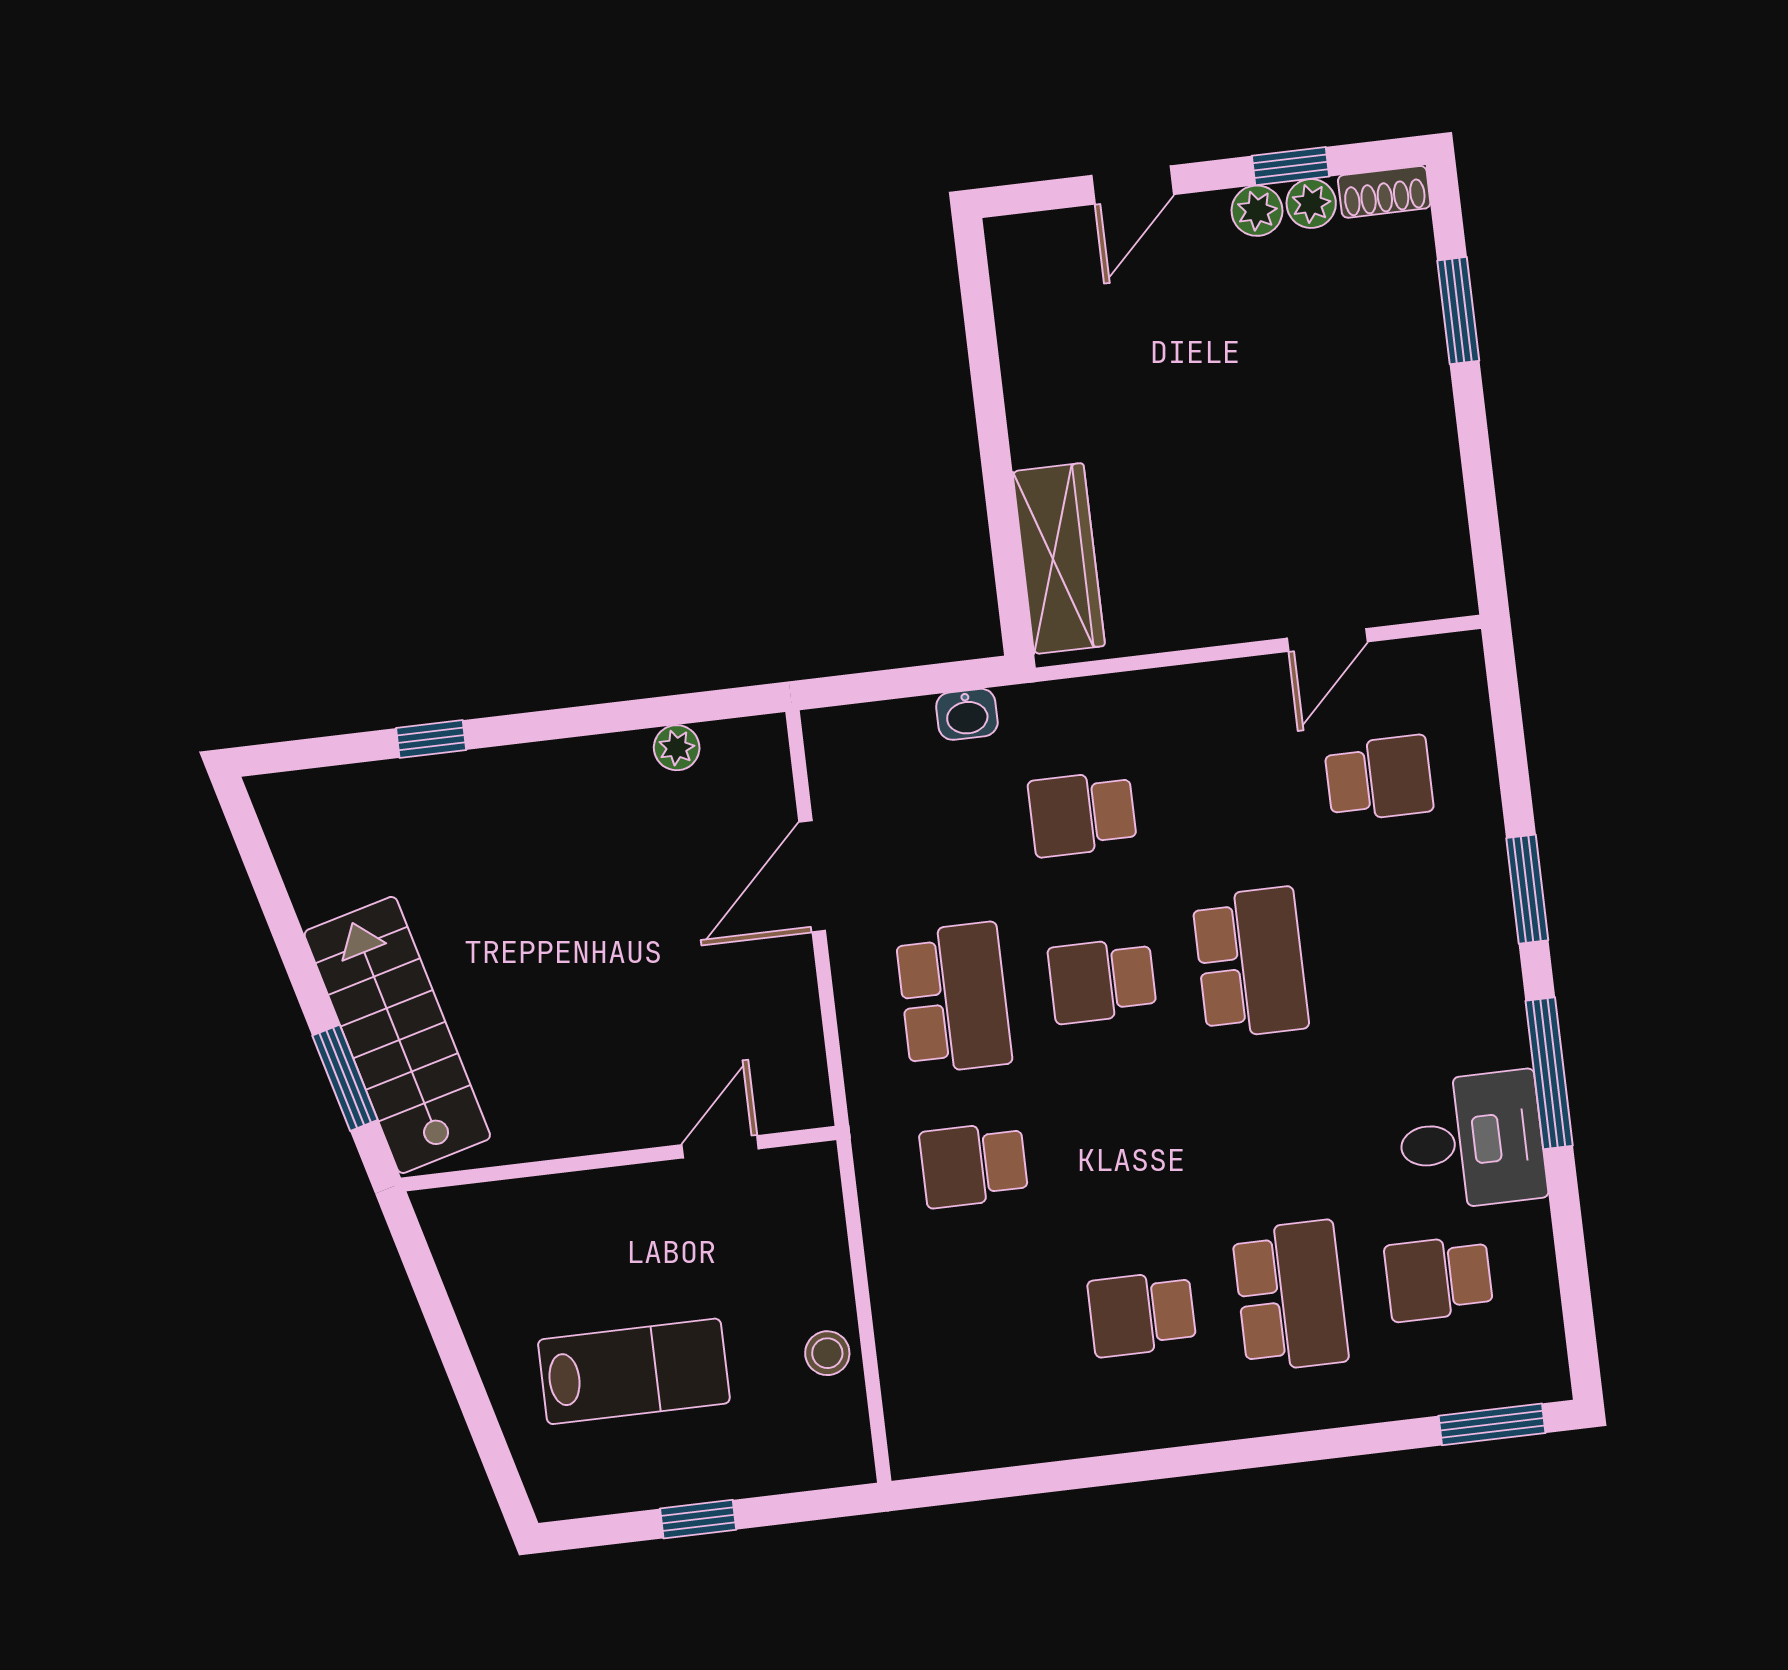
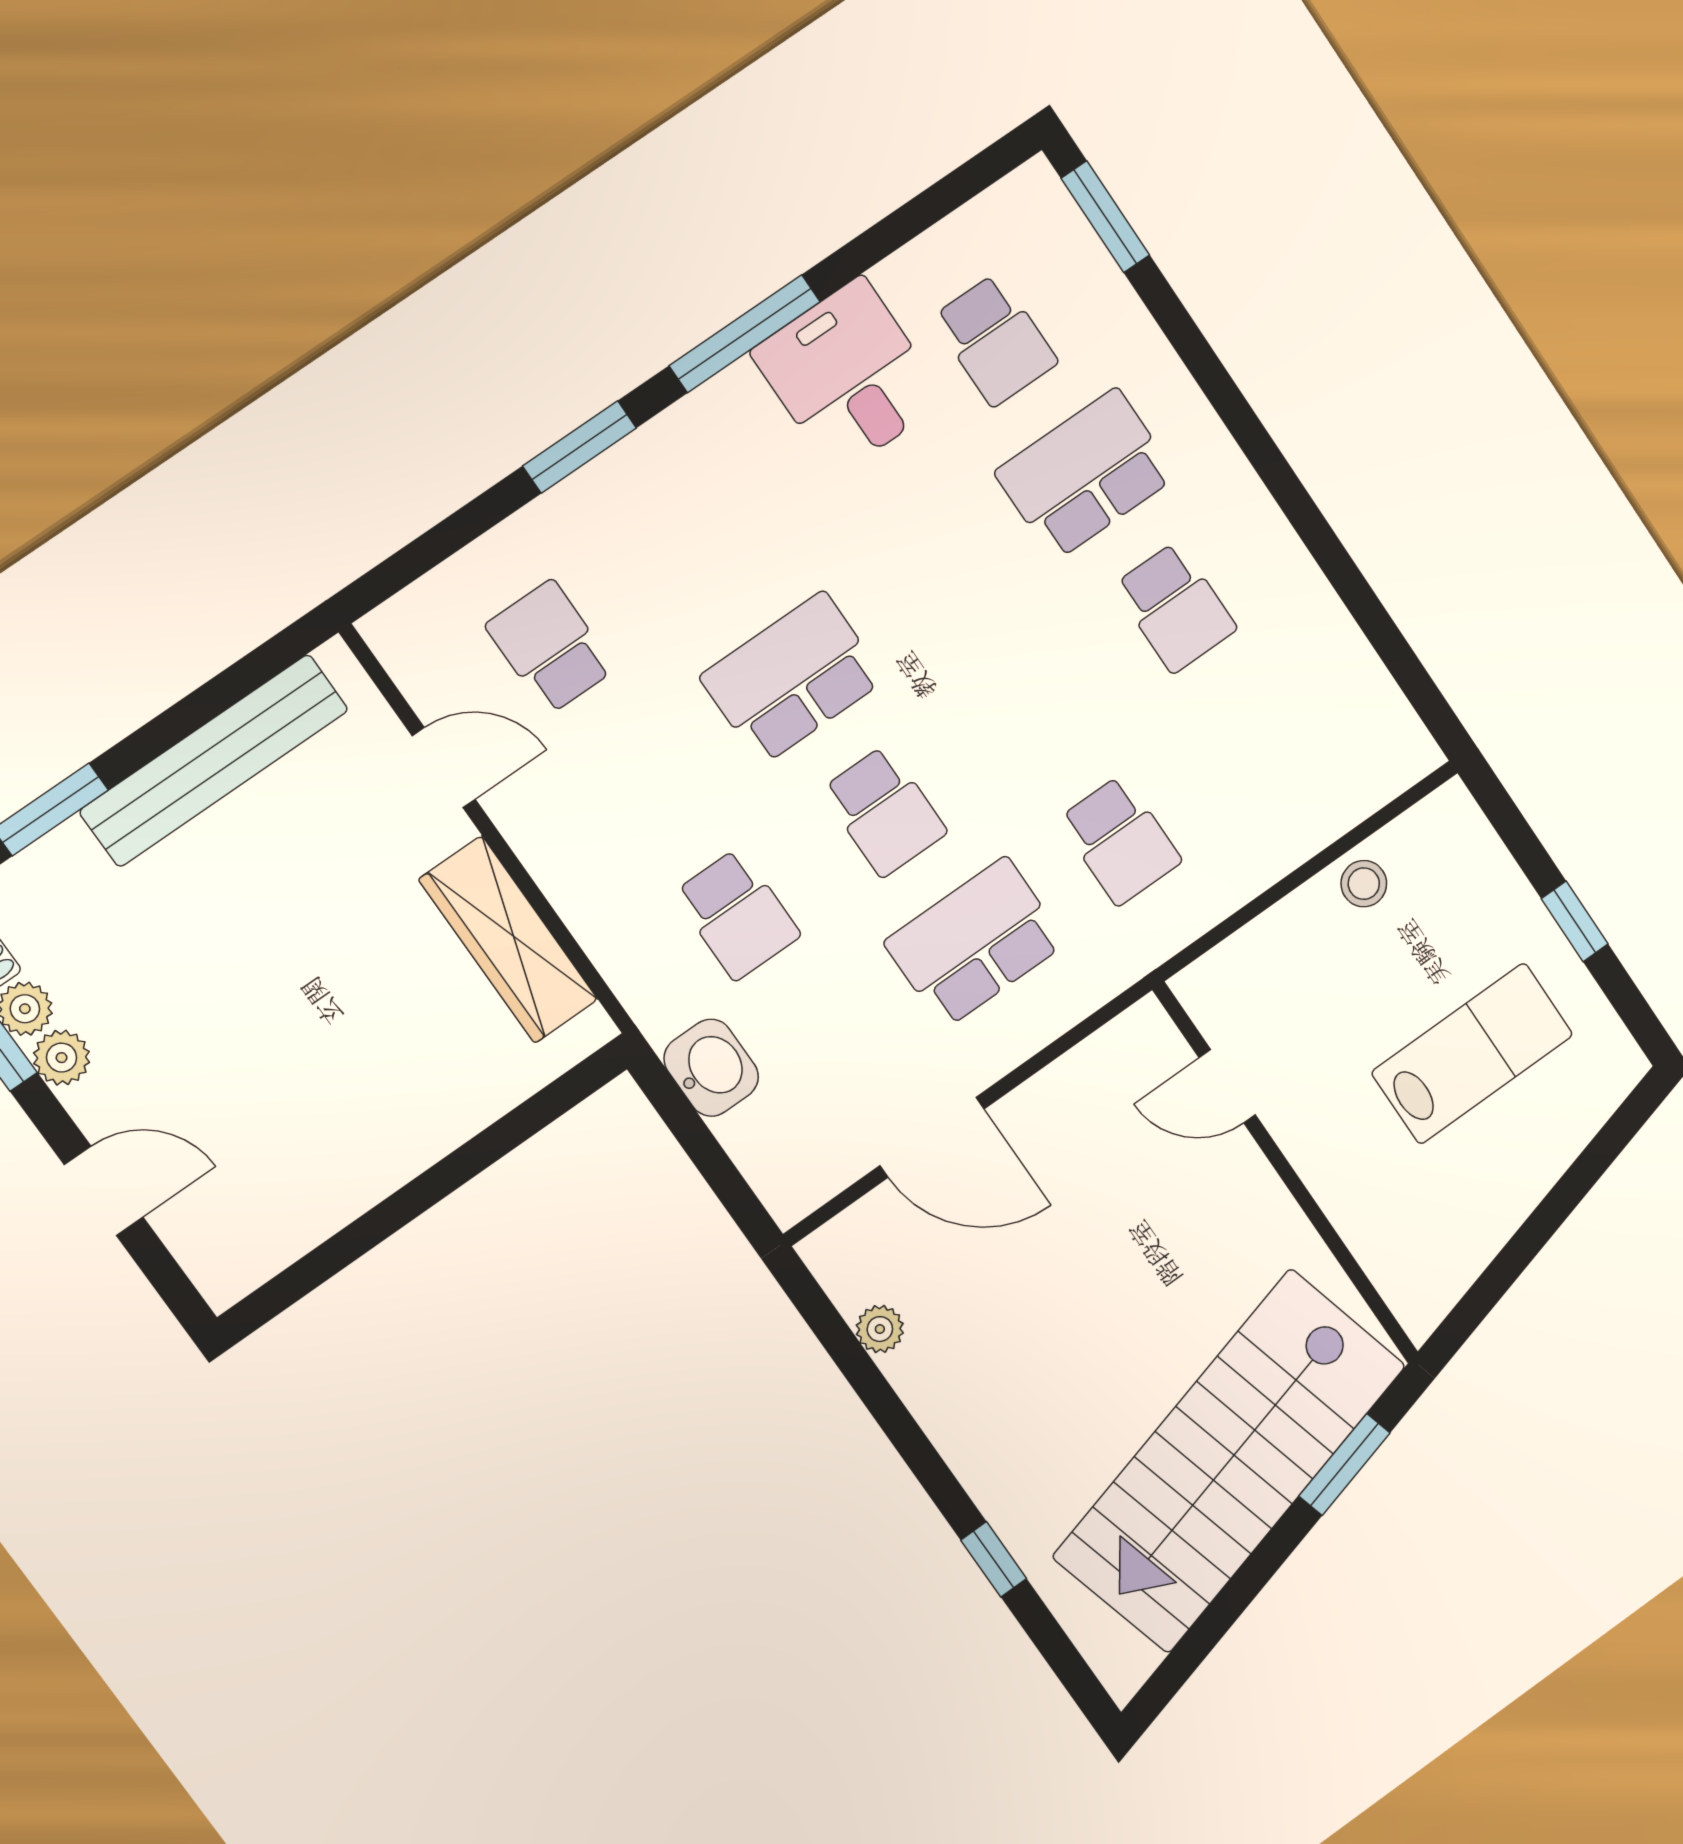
bench: (1429, 460) -> (214, 761), added
wardrobe: (1059, 559) -> (508, 940), moved, turned -90
washbasin: (967, 714) -> (711, 1068), width x1.38, depth x1.45
stairs: (397, 1035) -> (1229, 1461), width x1.36, depth x1.51
lab bench: (634, 1371) -> (1472, 1054), turned 90

